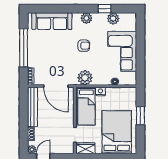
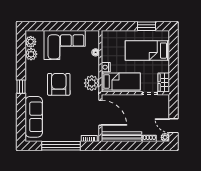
window: (105, 9) -> (21, 87), moved
plant: (86, 18) -> (31, 42), moved
armchair: (84, 46) -> (59, 84), width x1.88, depth x1.88
door: (56, 86) -> (100, 113), hinge flipped
window: (140, 116) -> (147, 26), moved
bed: (117, 132) -> (147, 51), width x0.67

